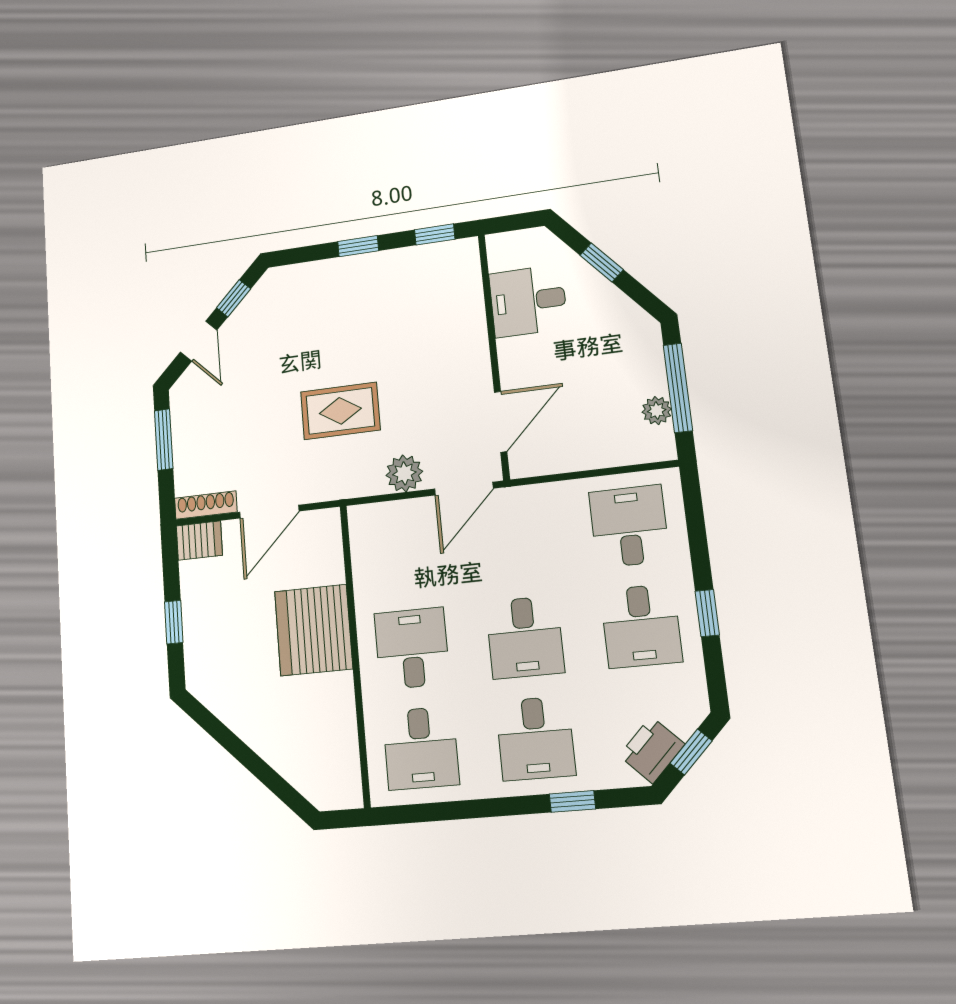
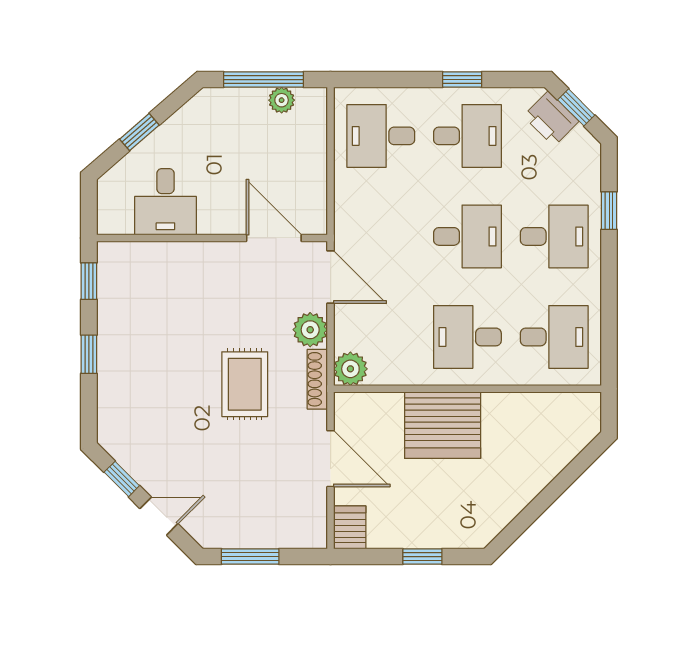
shoe rack: (206, 505) -> (317, 379), moved
plant: (366, 522) -> (350, 369), added
printer: (652, 750) -> (551, 119), moved

